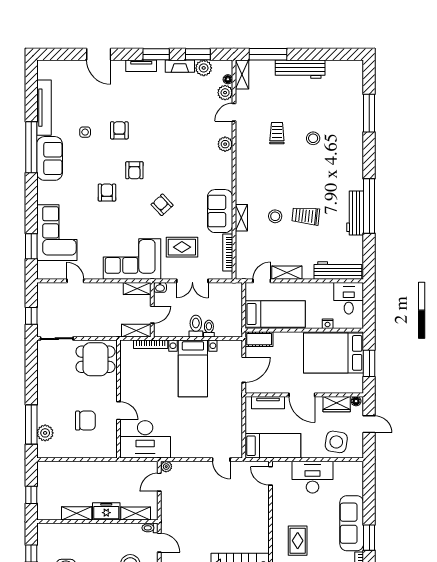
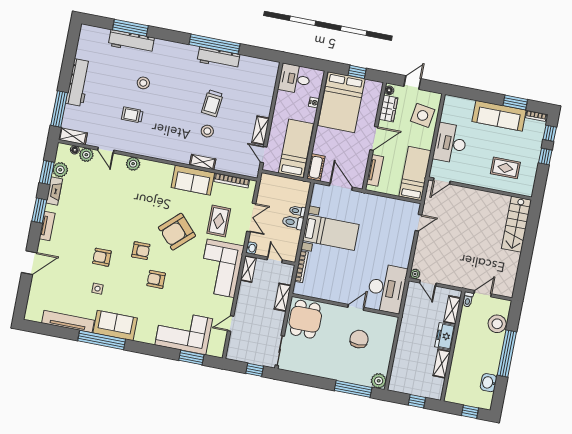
armchair: (162, 205) -> (177, 232), width x1.88, depth x1.88
workbench: (338, 270) -> (131, 42), moved, turned -90
shelving: (136, 331) -> (283, 297), moved
window: (369, 363) -> (357, 72), width x0.67
plant: (45, 433) -> (379, 381), moved

